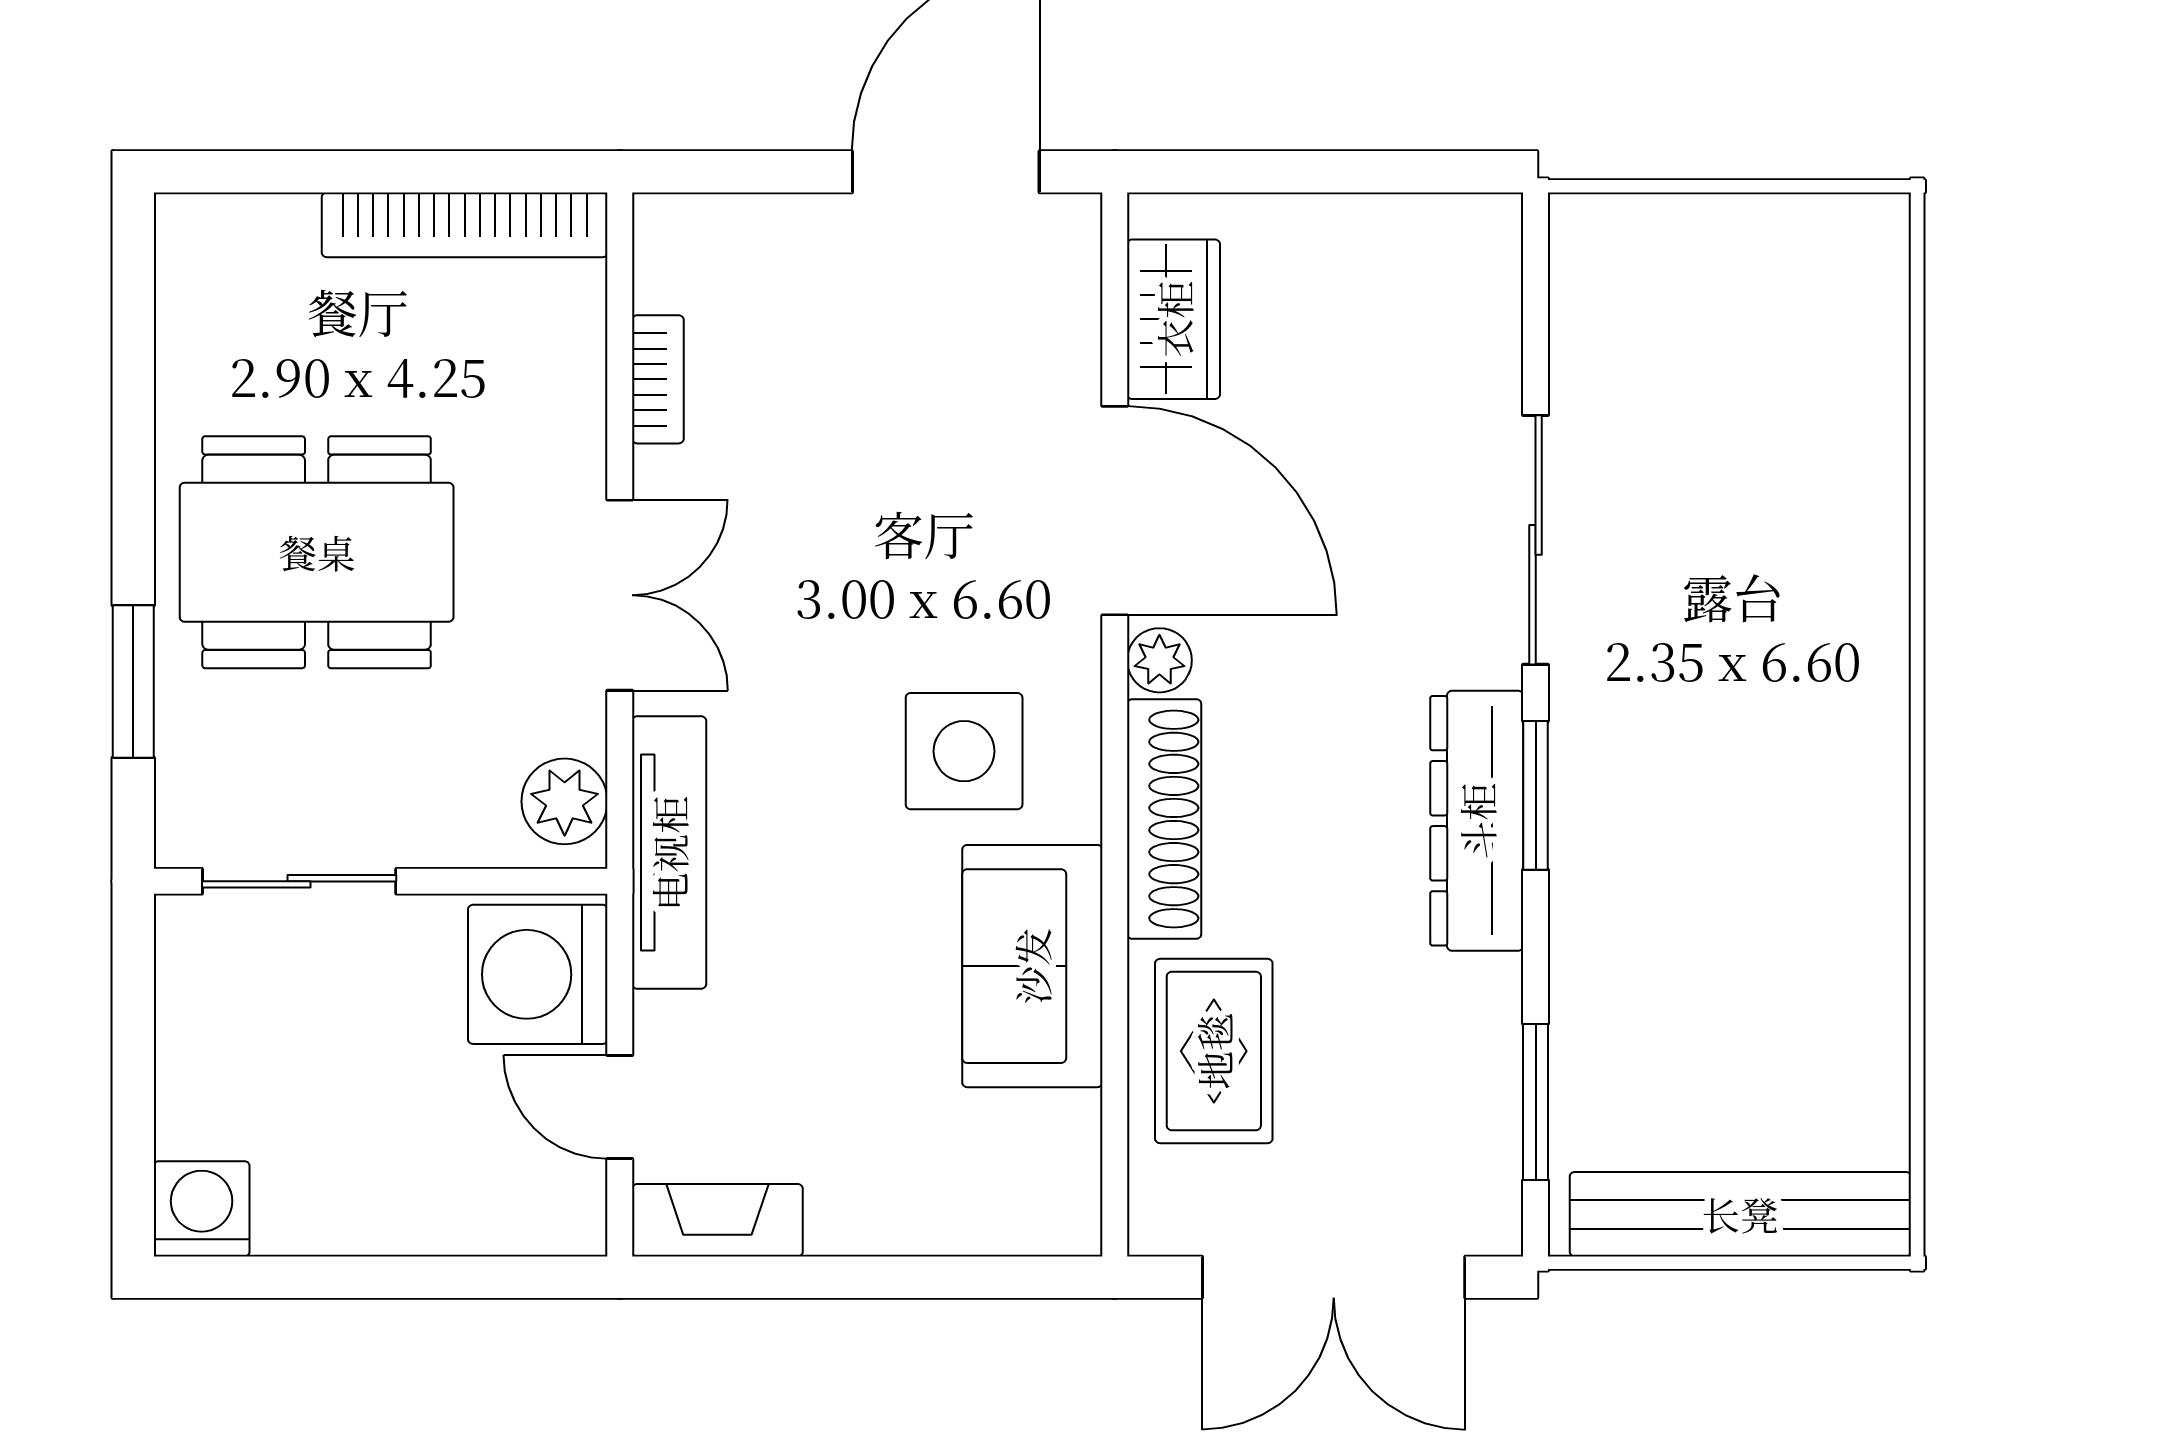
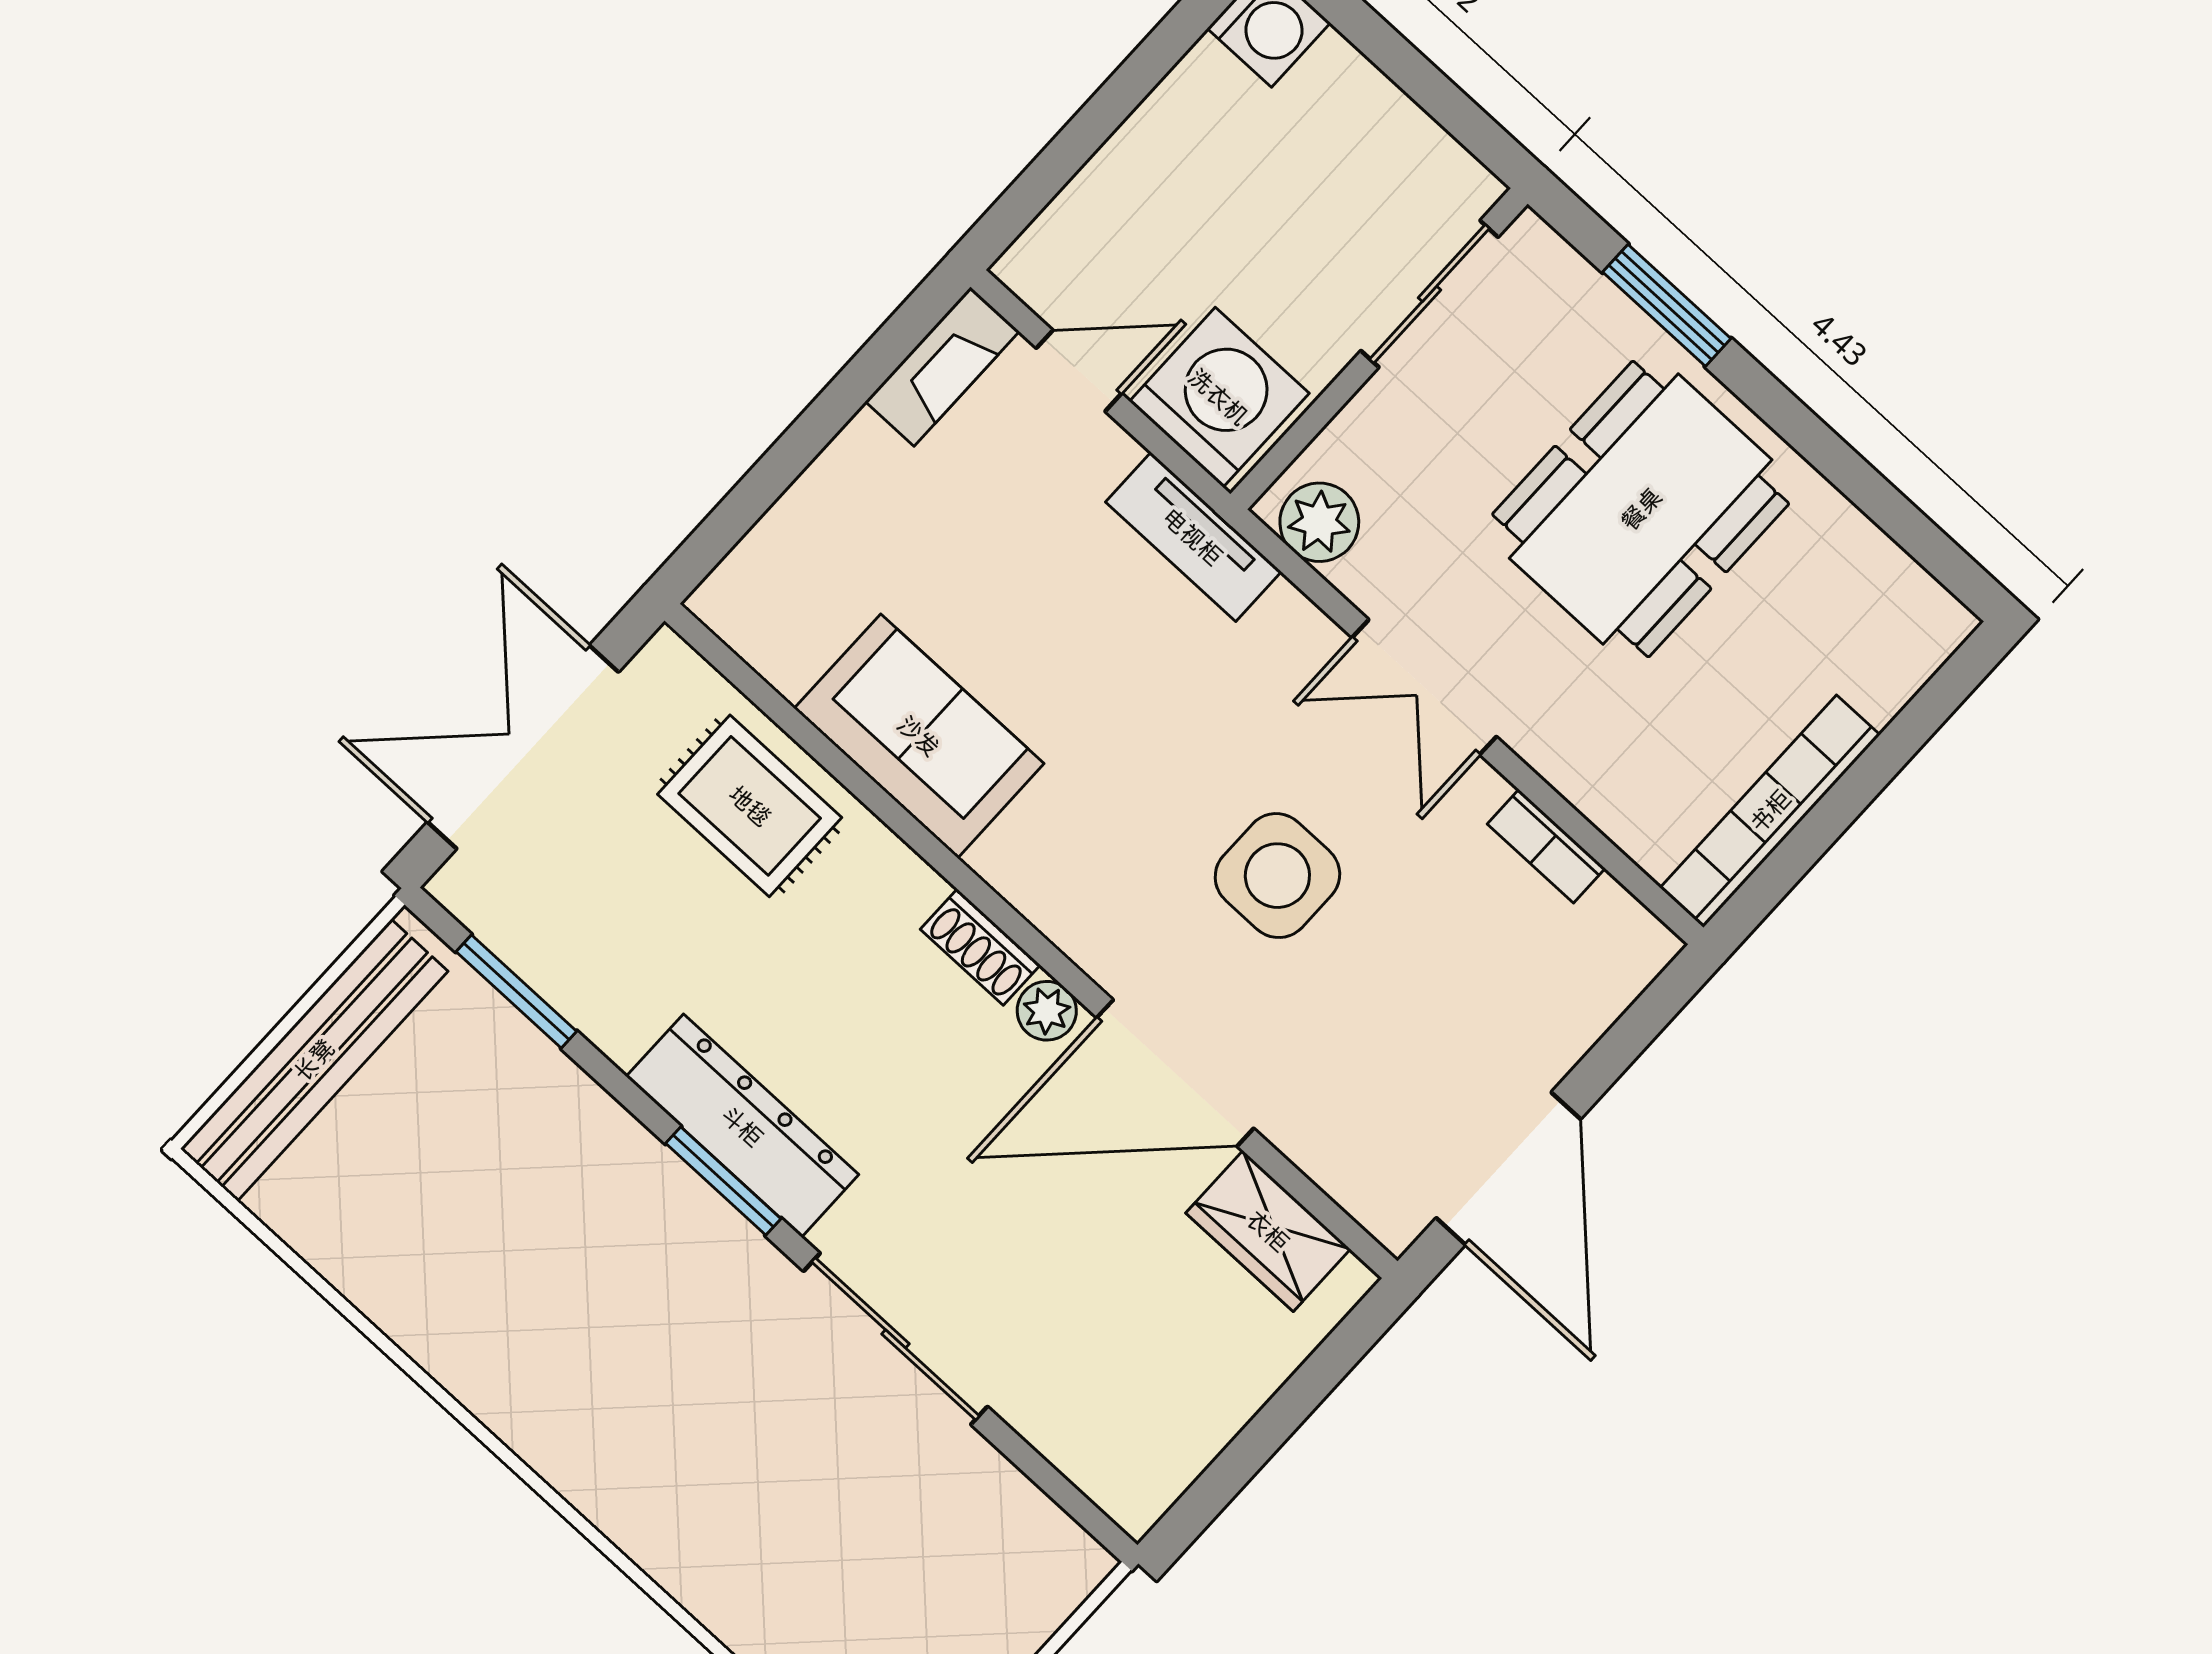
side table: (964, 751) -> (1277, 876), moved
shoe rack: (1164, 819) -> (980, 947), width x0.51, depth x0.81
tv unit: (669, 853) -> (1193, 537), width x0.71

